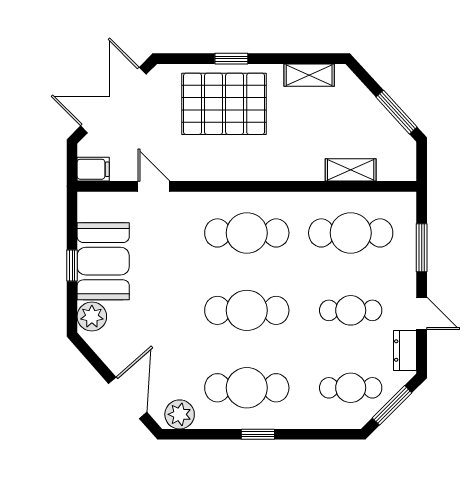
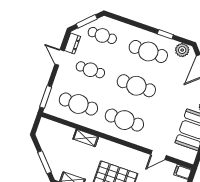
window: (397, 112) -> (45, 162), moved
shelving: (351, 170) -> (86, 138), moved
door: (154, 186) -> (158, 155), hinge flipped
window: (422, 248) -> (46, 97), moved
window: (258, 434) -> (165, 34), moved

